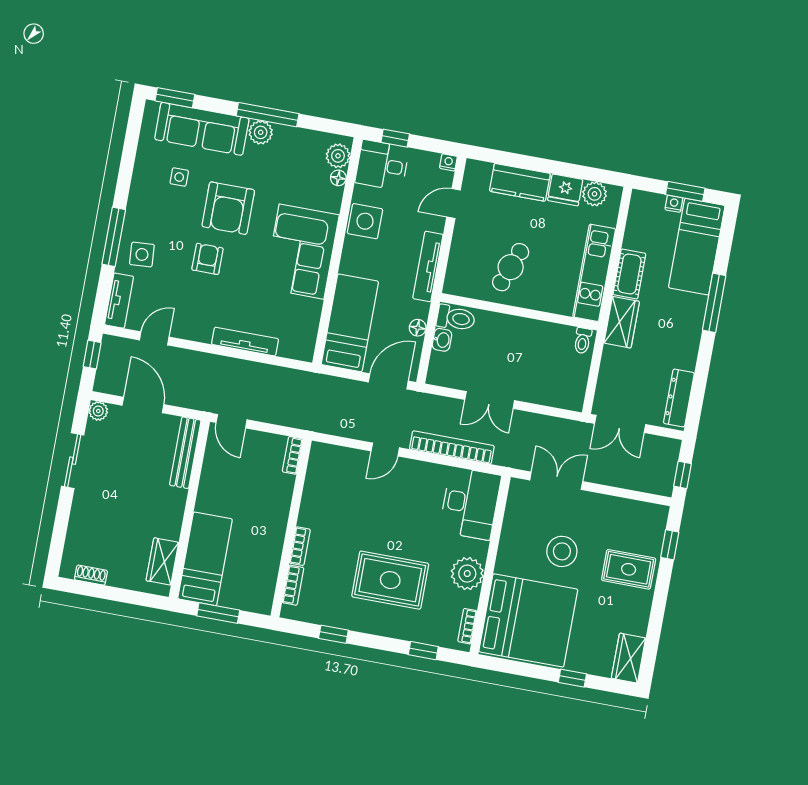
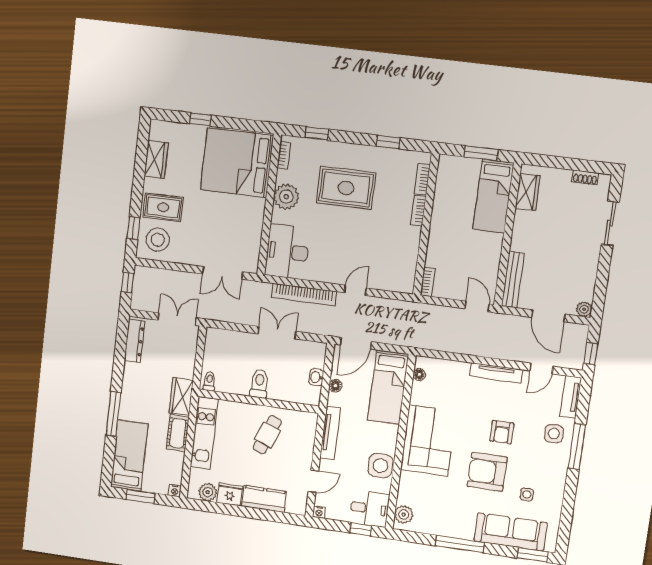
plant: (261, 132) -> (464, 530), removed
floor lamp: (338, 178) -> (419, 374), moved
nightstand: (674, 204) -> (175, 491), moved
armchair: (228, 208) -> (487, 472), turned -90
toilet: (456, 318) -> (259, 384), moved, turned 90
tv unit: (245, 342) -> (496, 373), moved
sliding door: (73, 461) -> (610, 223), moved
stool: (562, 551) -> (158, 240), moved
wardrobe: (628, 658) -> (156, 160), moved

